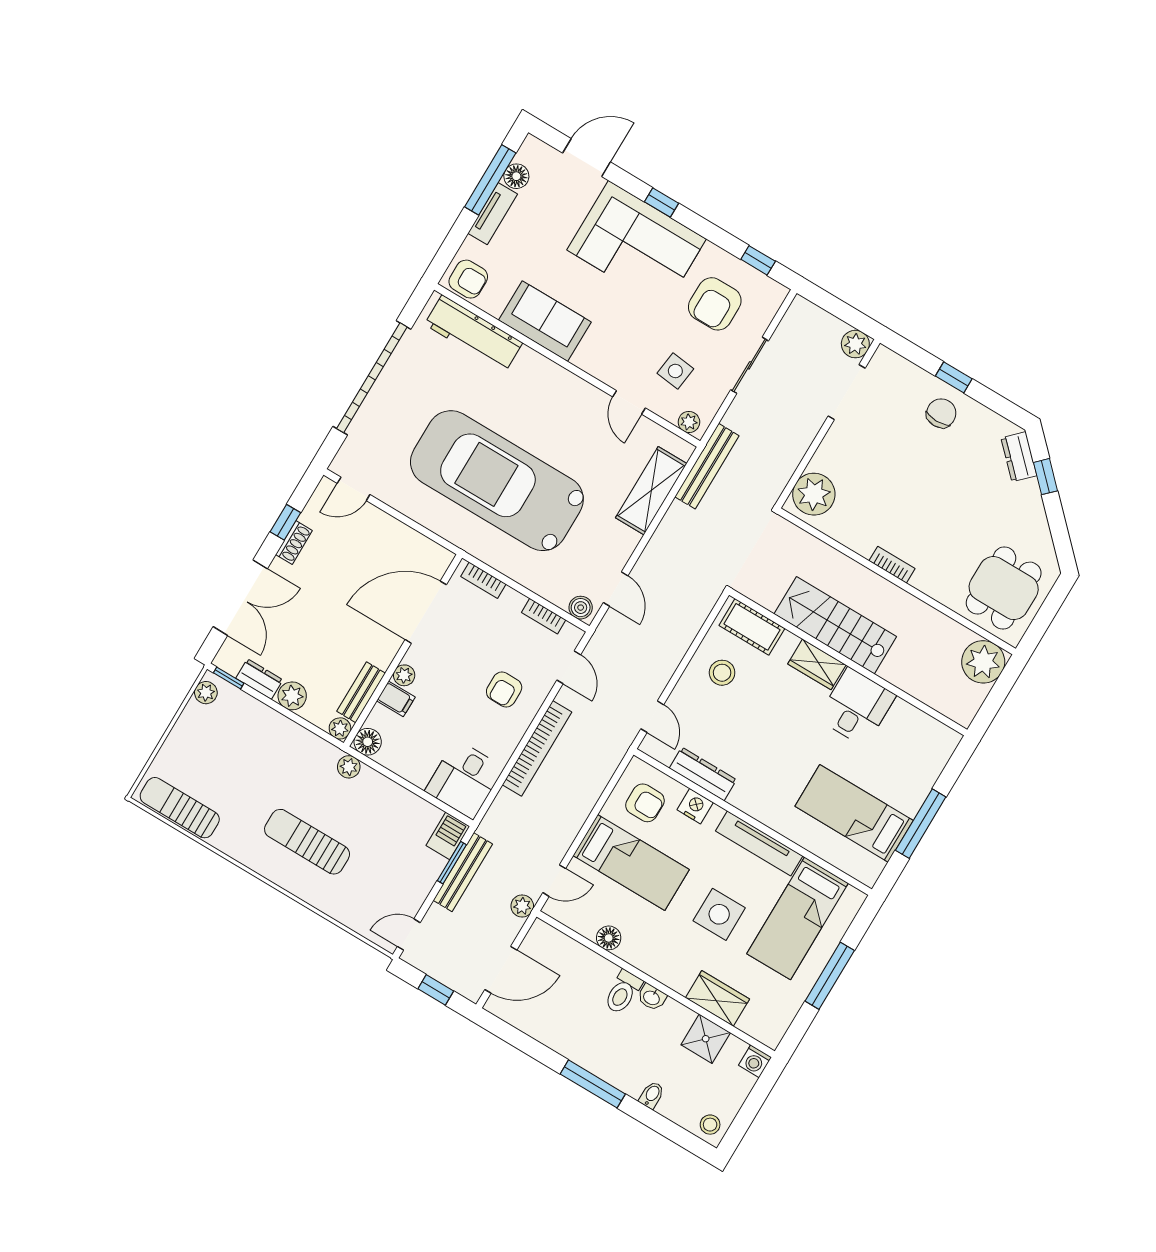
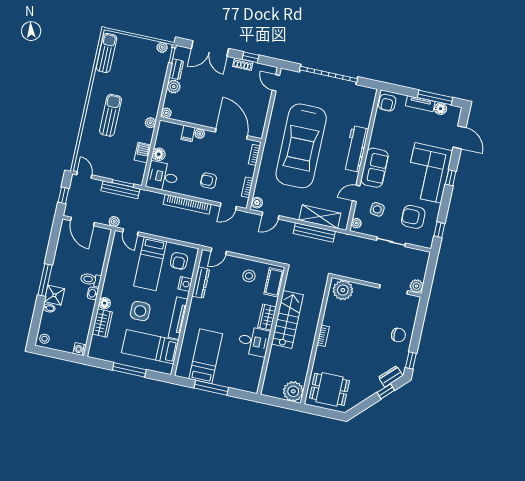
sofa: (545, 321) -> (375, 168), moved
workbench: (473, 334) -> (356, 149), moved
window: (954, 377) -> (411, 360), moved
bench: (707, 466) -> (314, 232), moved
car: (497, 481) -> (301, 146), turned 180
bench: (361, 692) -> (186, 117), removed
floor lamp: (368, 742) -> (159, 154), moved
barbecue: (448, 836) -> (143, 153), moved, turned -90
floor lamp: (609, 938) -> (105, 303), moved
shower: (706, 1039) -> (54, 295), moved

